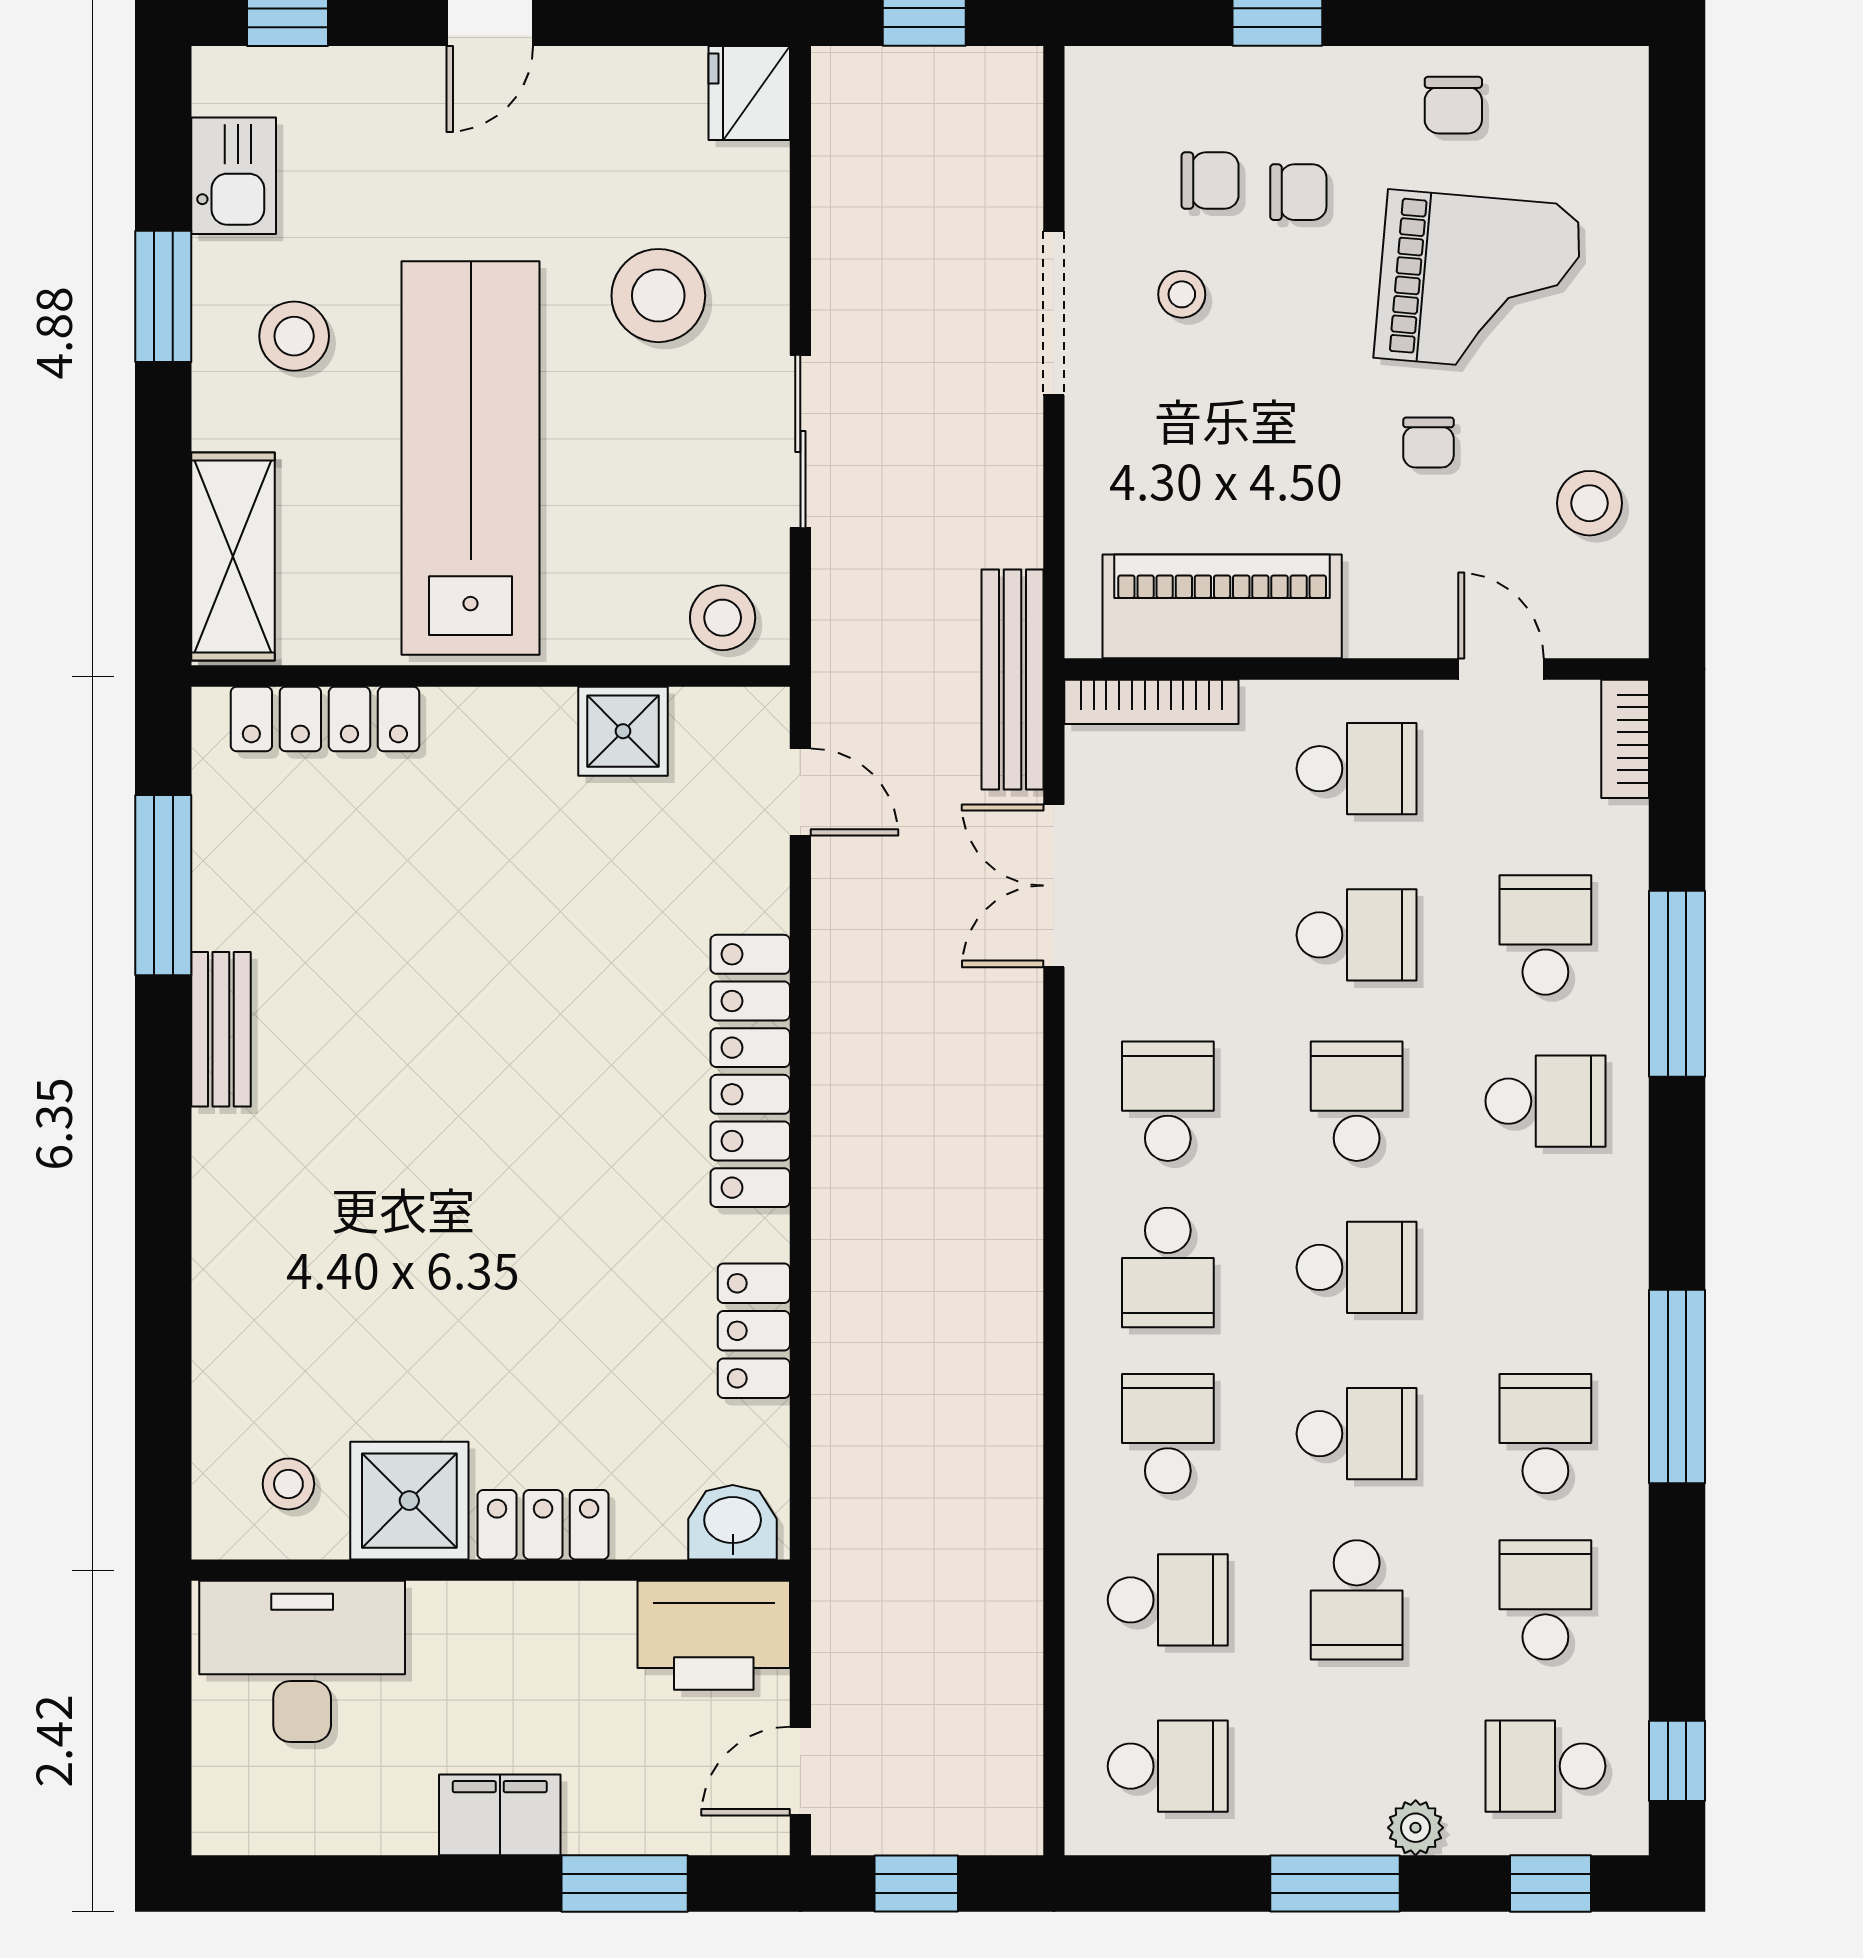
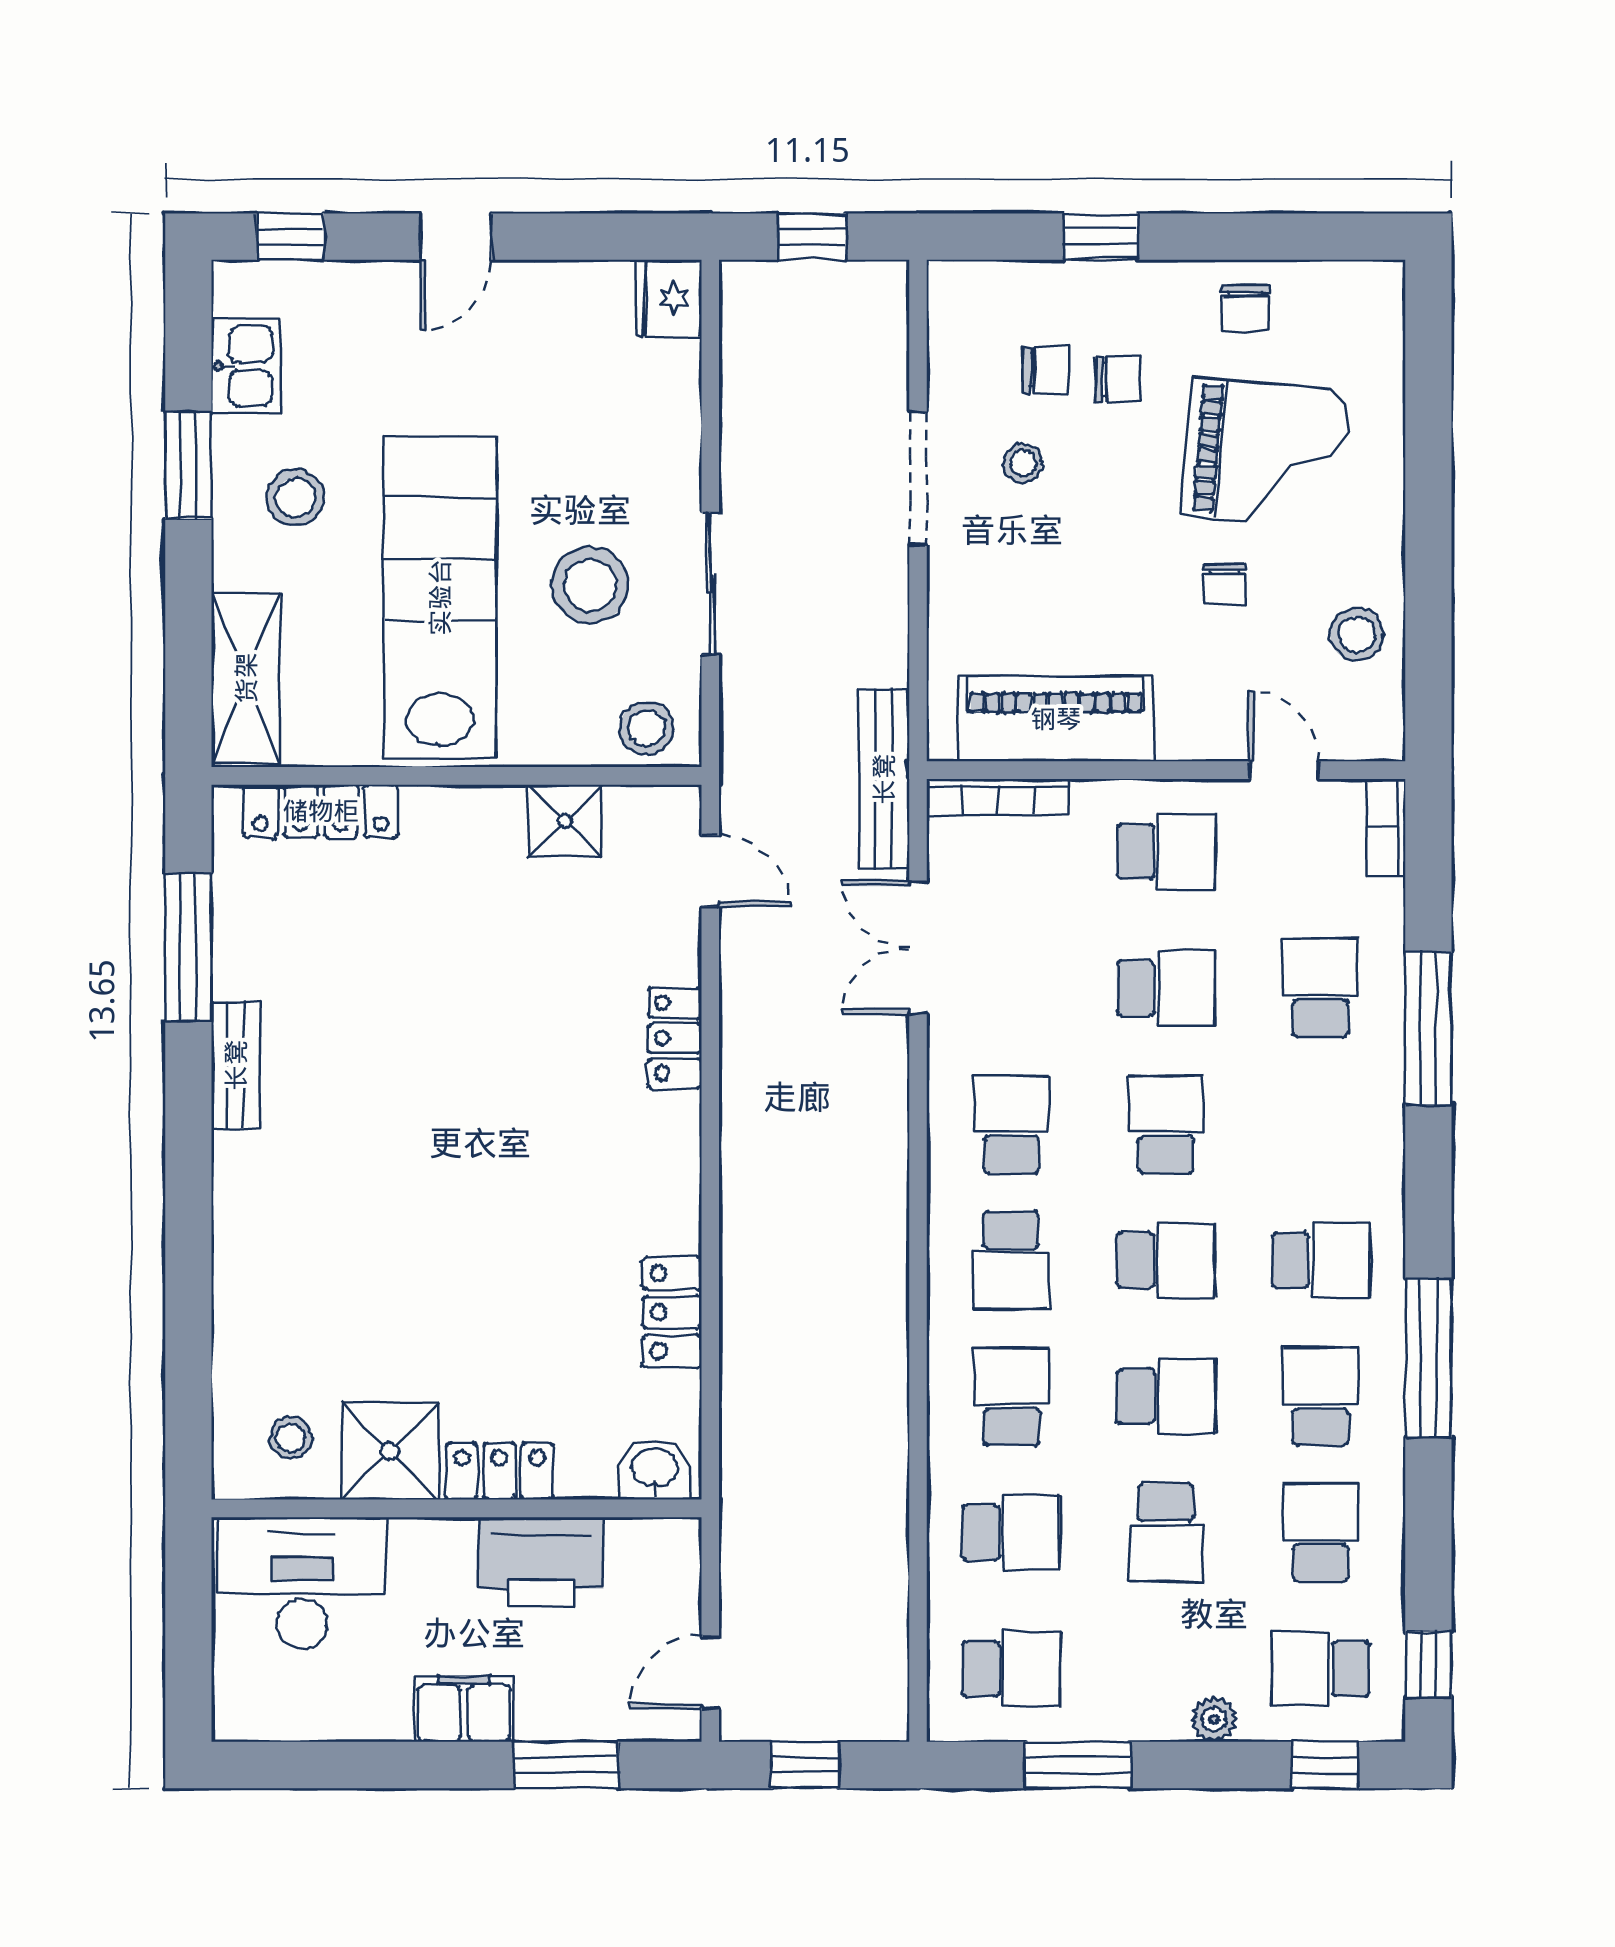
stool: (658, 296) -> (590, 585), moved
locker: (750, 1071) -> (675, 1038), width x0.46, depth x0.83
school desk: (1545, 1101) -> (1321, 1260), moved
printer: (714, 1635) -> (541, 1562), moved
window: (1335, 1883) -> (1078, 1765), moved

